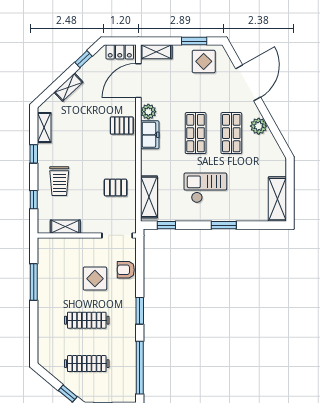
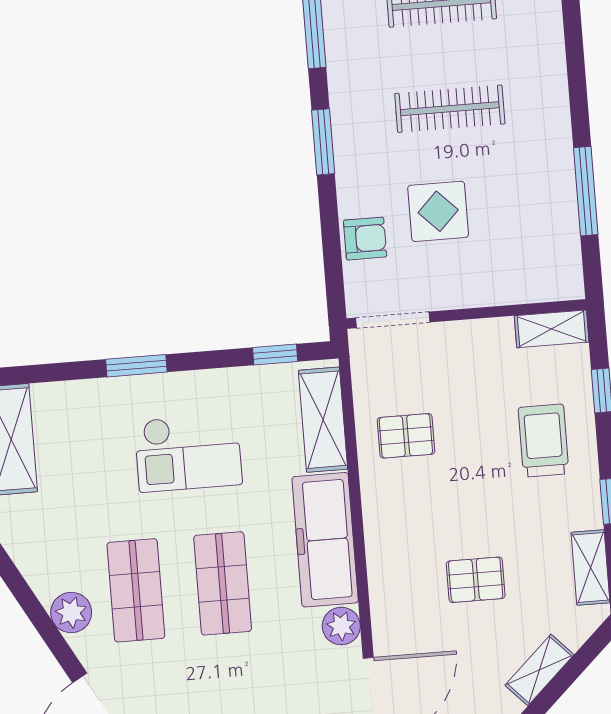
pallet: (122, 125) -> (476, 580), moved
freezer: (150, 135) -> (325, 540), width x1.91, depth x1.26
shelving: (65, 227) -> (552, 329), moved

